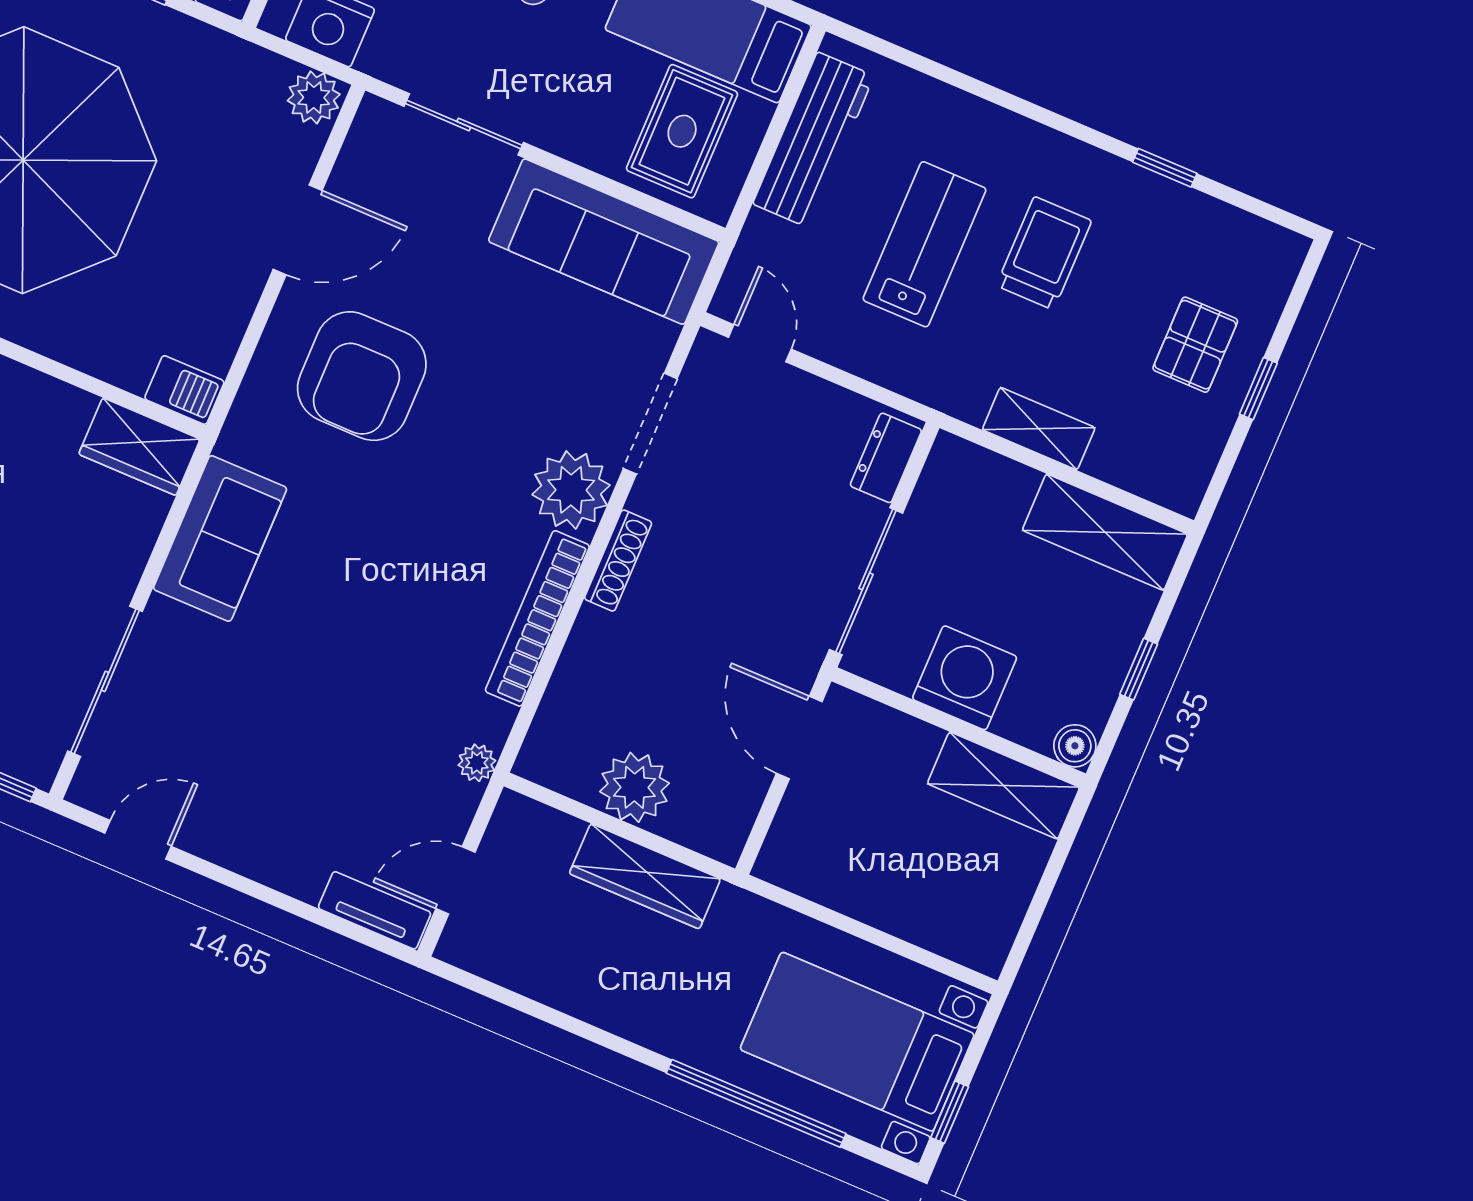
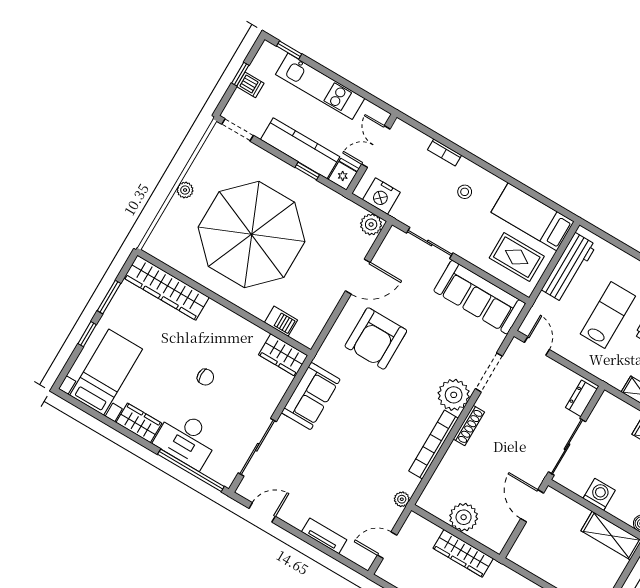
rug: (682, 131) -> (517, 257), turned 90
barbecue: (184, 390) -> (281, 321), moved
washing machine: (965, 678) -> (599, 494), width x0.73, depth x0.73
tv unit: (375, 910) -> (324, 536), moved

